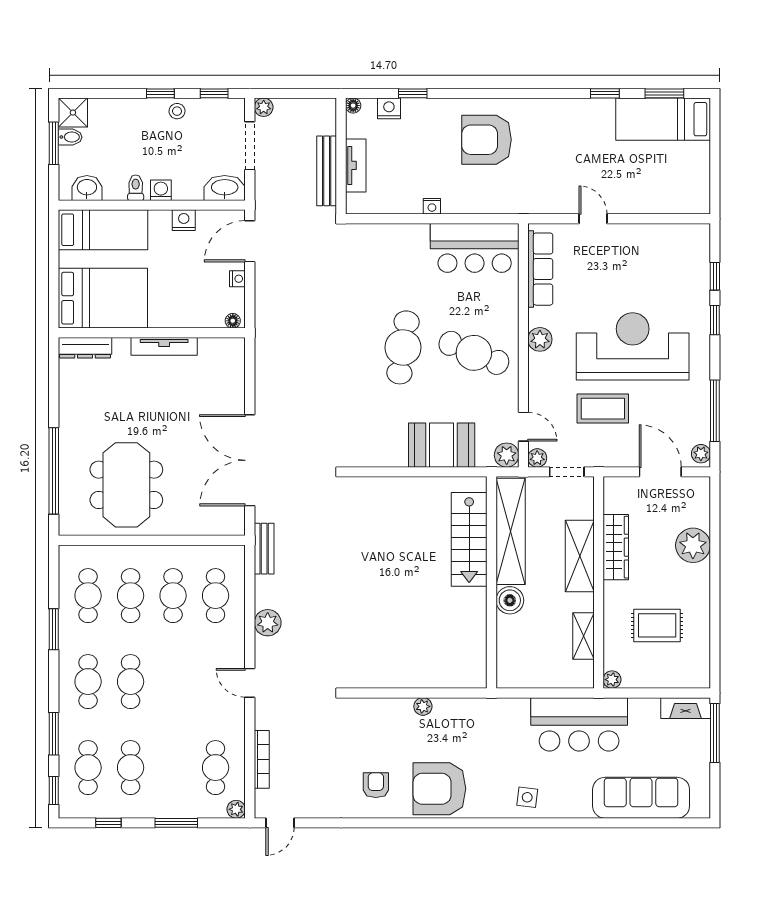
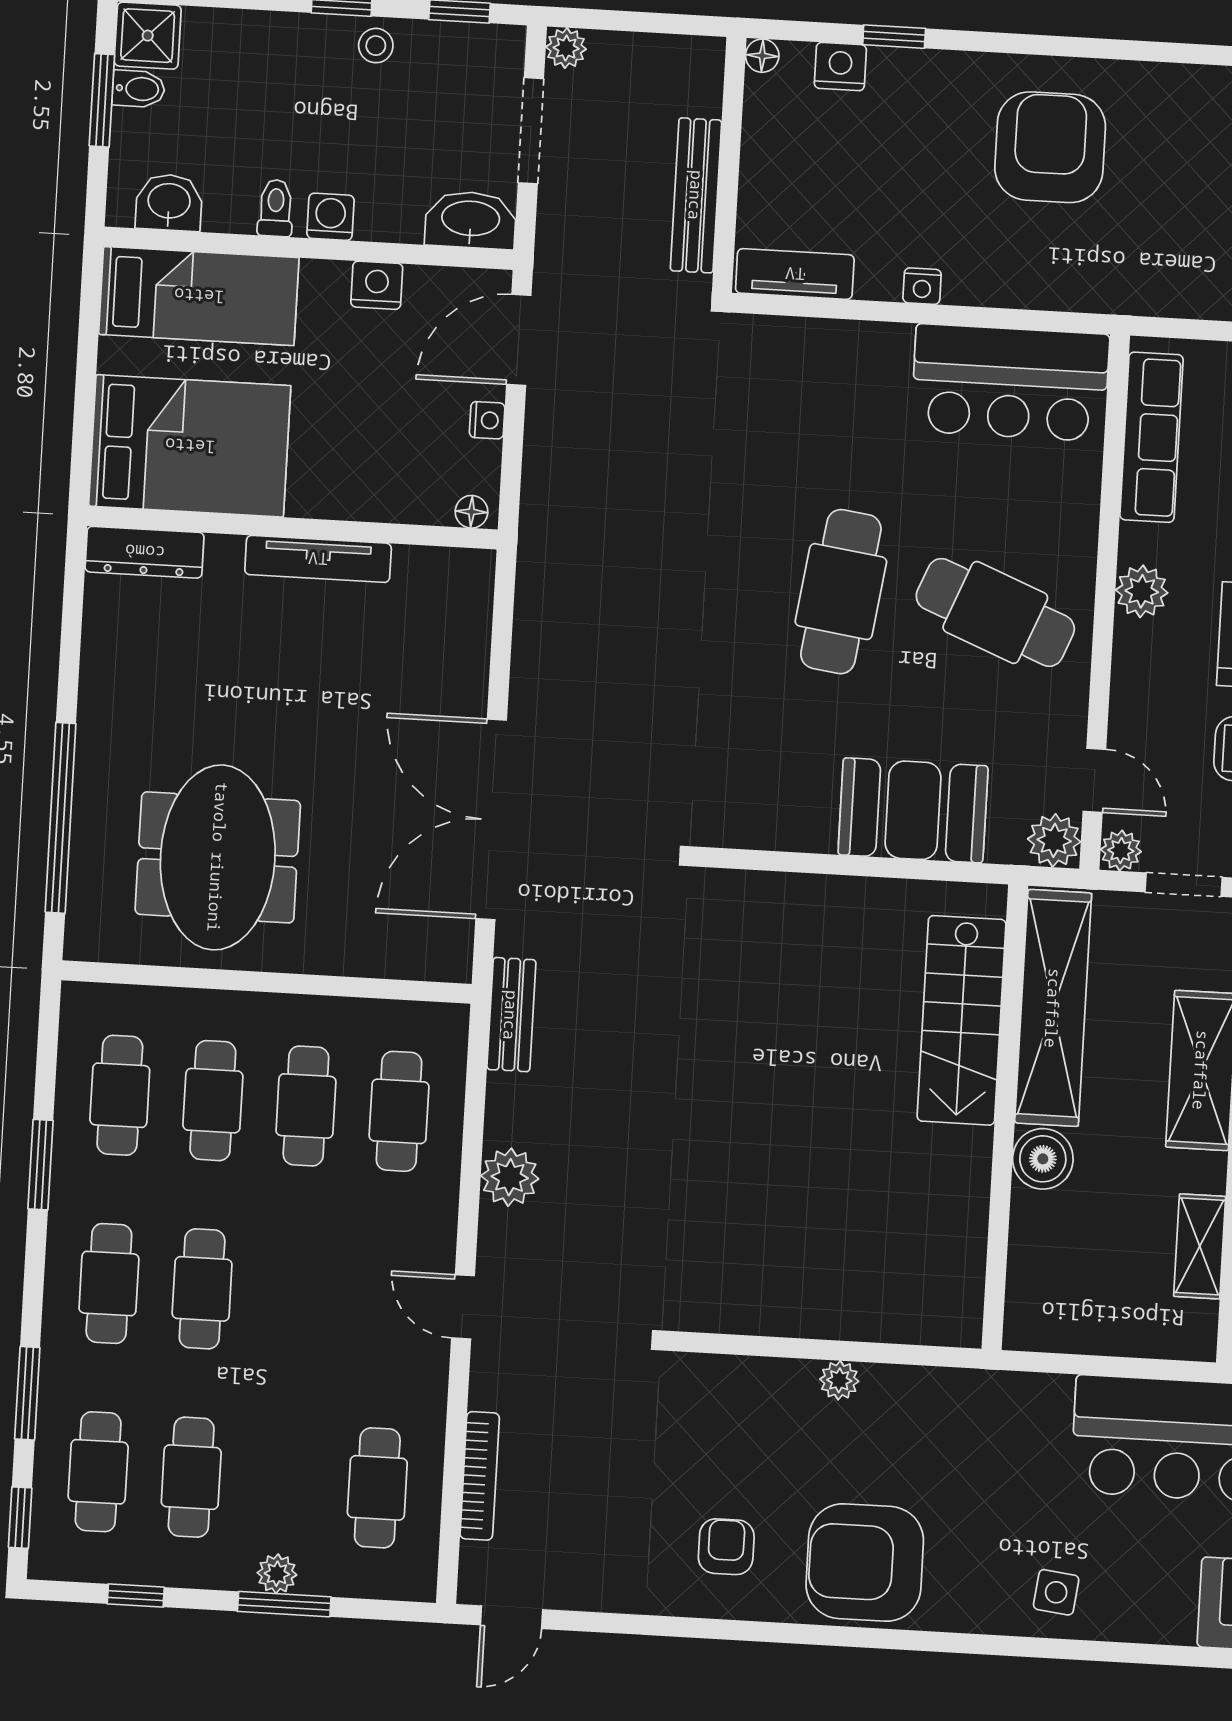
armchair: (487, 140) -> (1050, 147), turned 90
tv unit: (356, 165) -> (795, 274), moved, turned -90
plant: (236, 809) -> (277, 1574), moved

